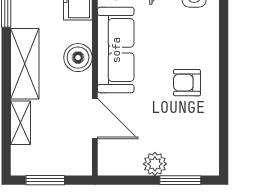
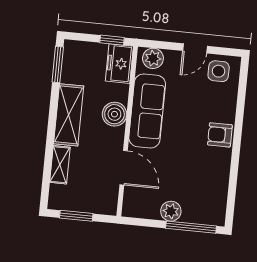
armchair: (187, 83) -> (220, 135), moved
window: (180, 180) -> (191, 227), width x1.44

